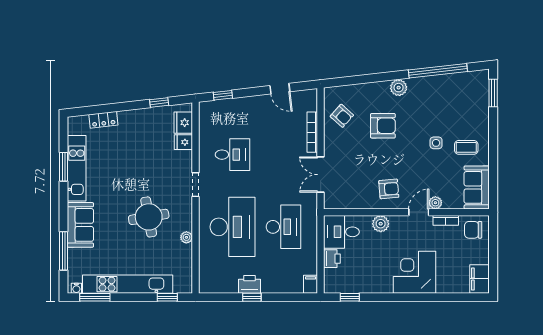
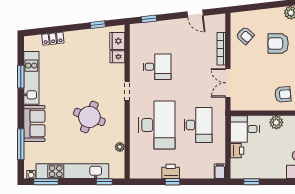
armchair: (383, 126) -> (278, 43), turned 180
round table: (149, 217) -> (89, 117), turned 31
plant: (186, 237) -> (120, 147), moved

